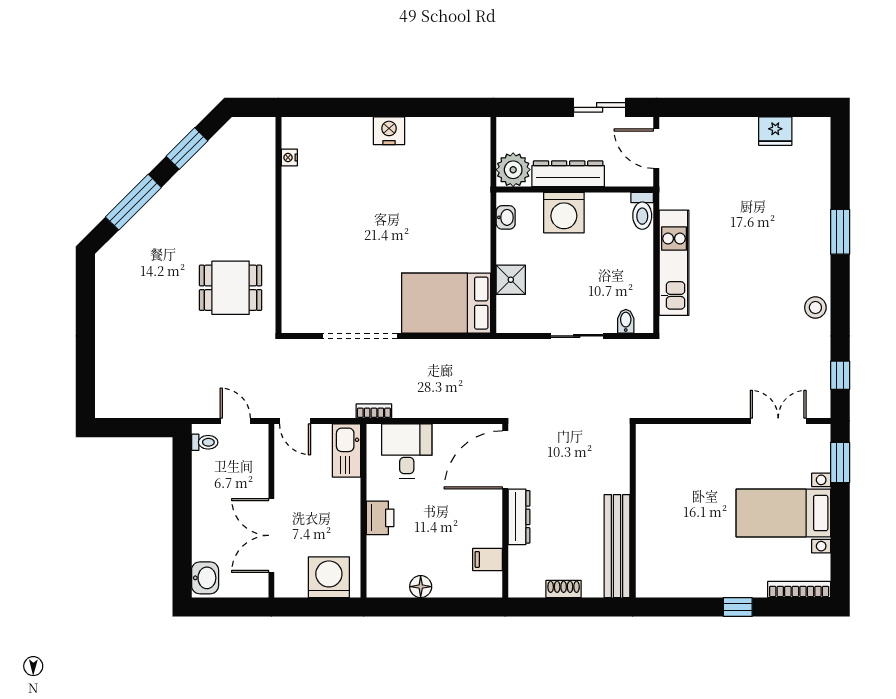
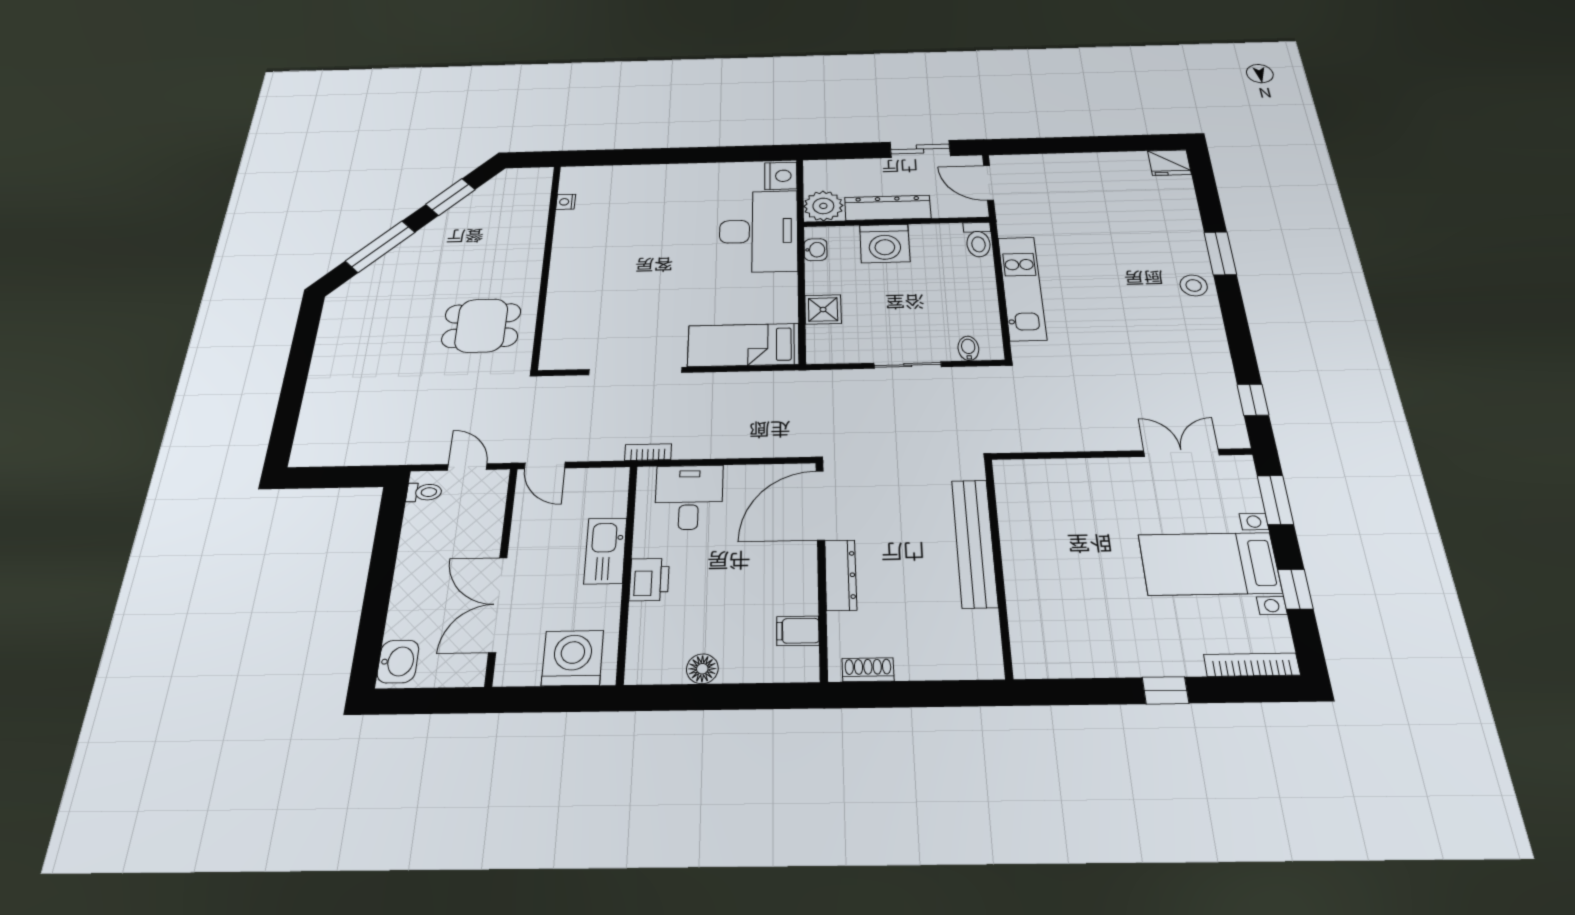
nightstand: (389, 131) -> (781, 176), moved, turned 90
fridge: (775, 131) -> (1169, 163), moved
desk: (458, 196) -> (759, 231), added
bed: (446, 303) -> (743, 345), width x0.67
stool: (815, 308) -> (1194, 285), moved
kitchen sink: (347, 450) -> (605, 551), moved
window: (840, 534) -> (1295, 589), added
bench: (617, 546) -> (974, 543), moved
shoe rack: (564, 589) -> (868, 670), moved

